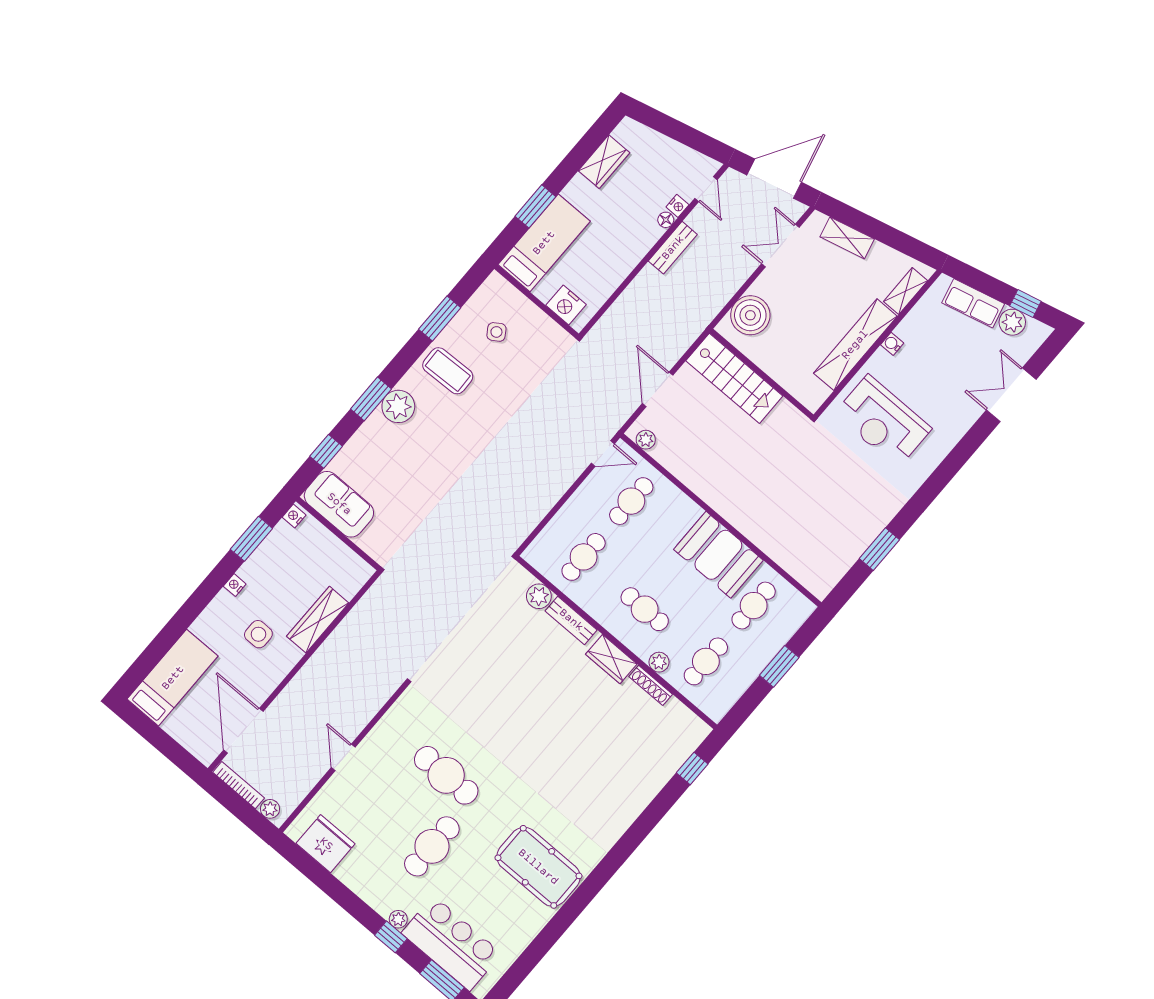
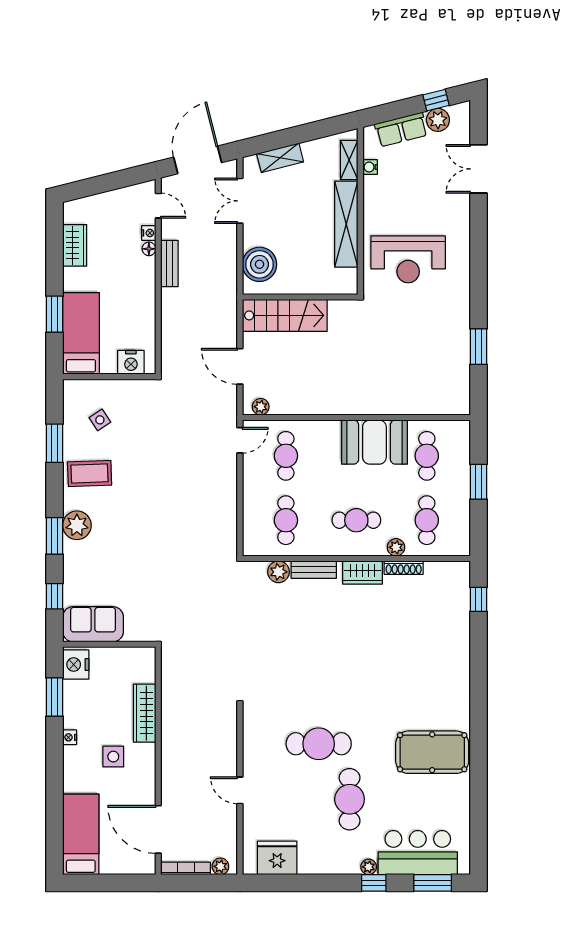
water cooler: (892, 344) -> (370, 167), moved
nightstand: (294, 516) -> (76, 665), width x1.89, depth x1.79

